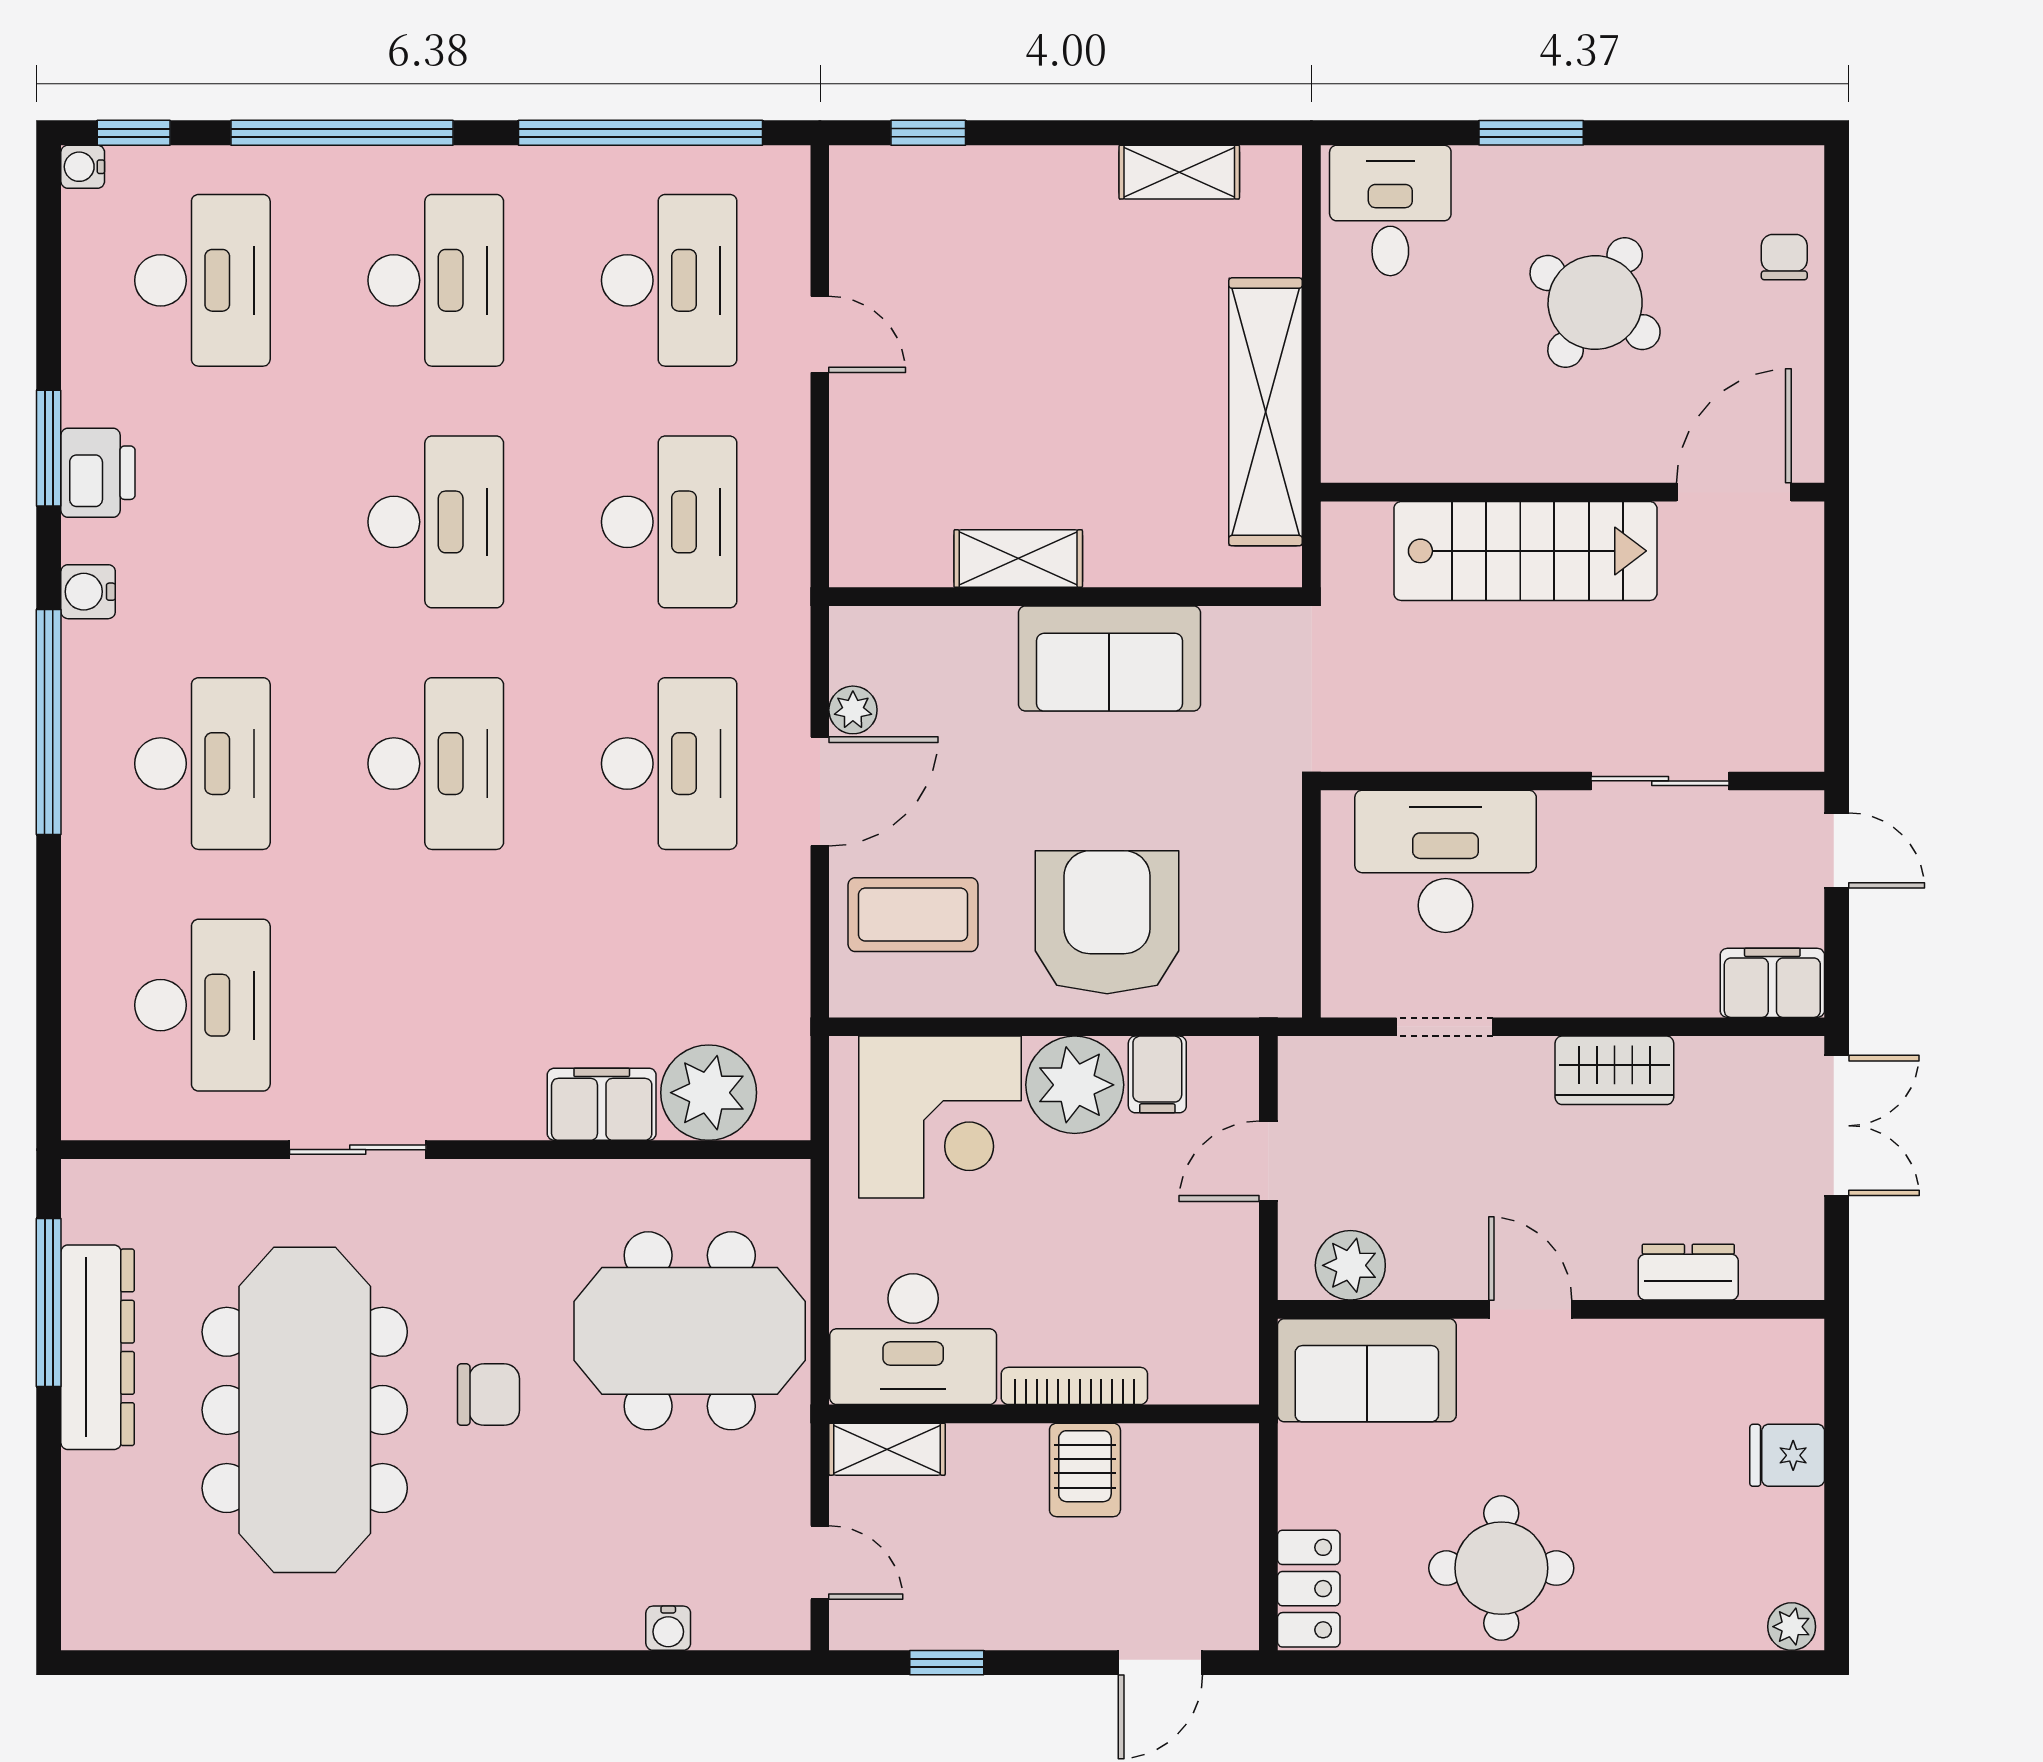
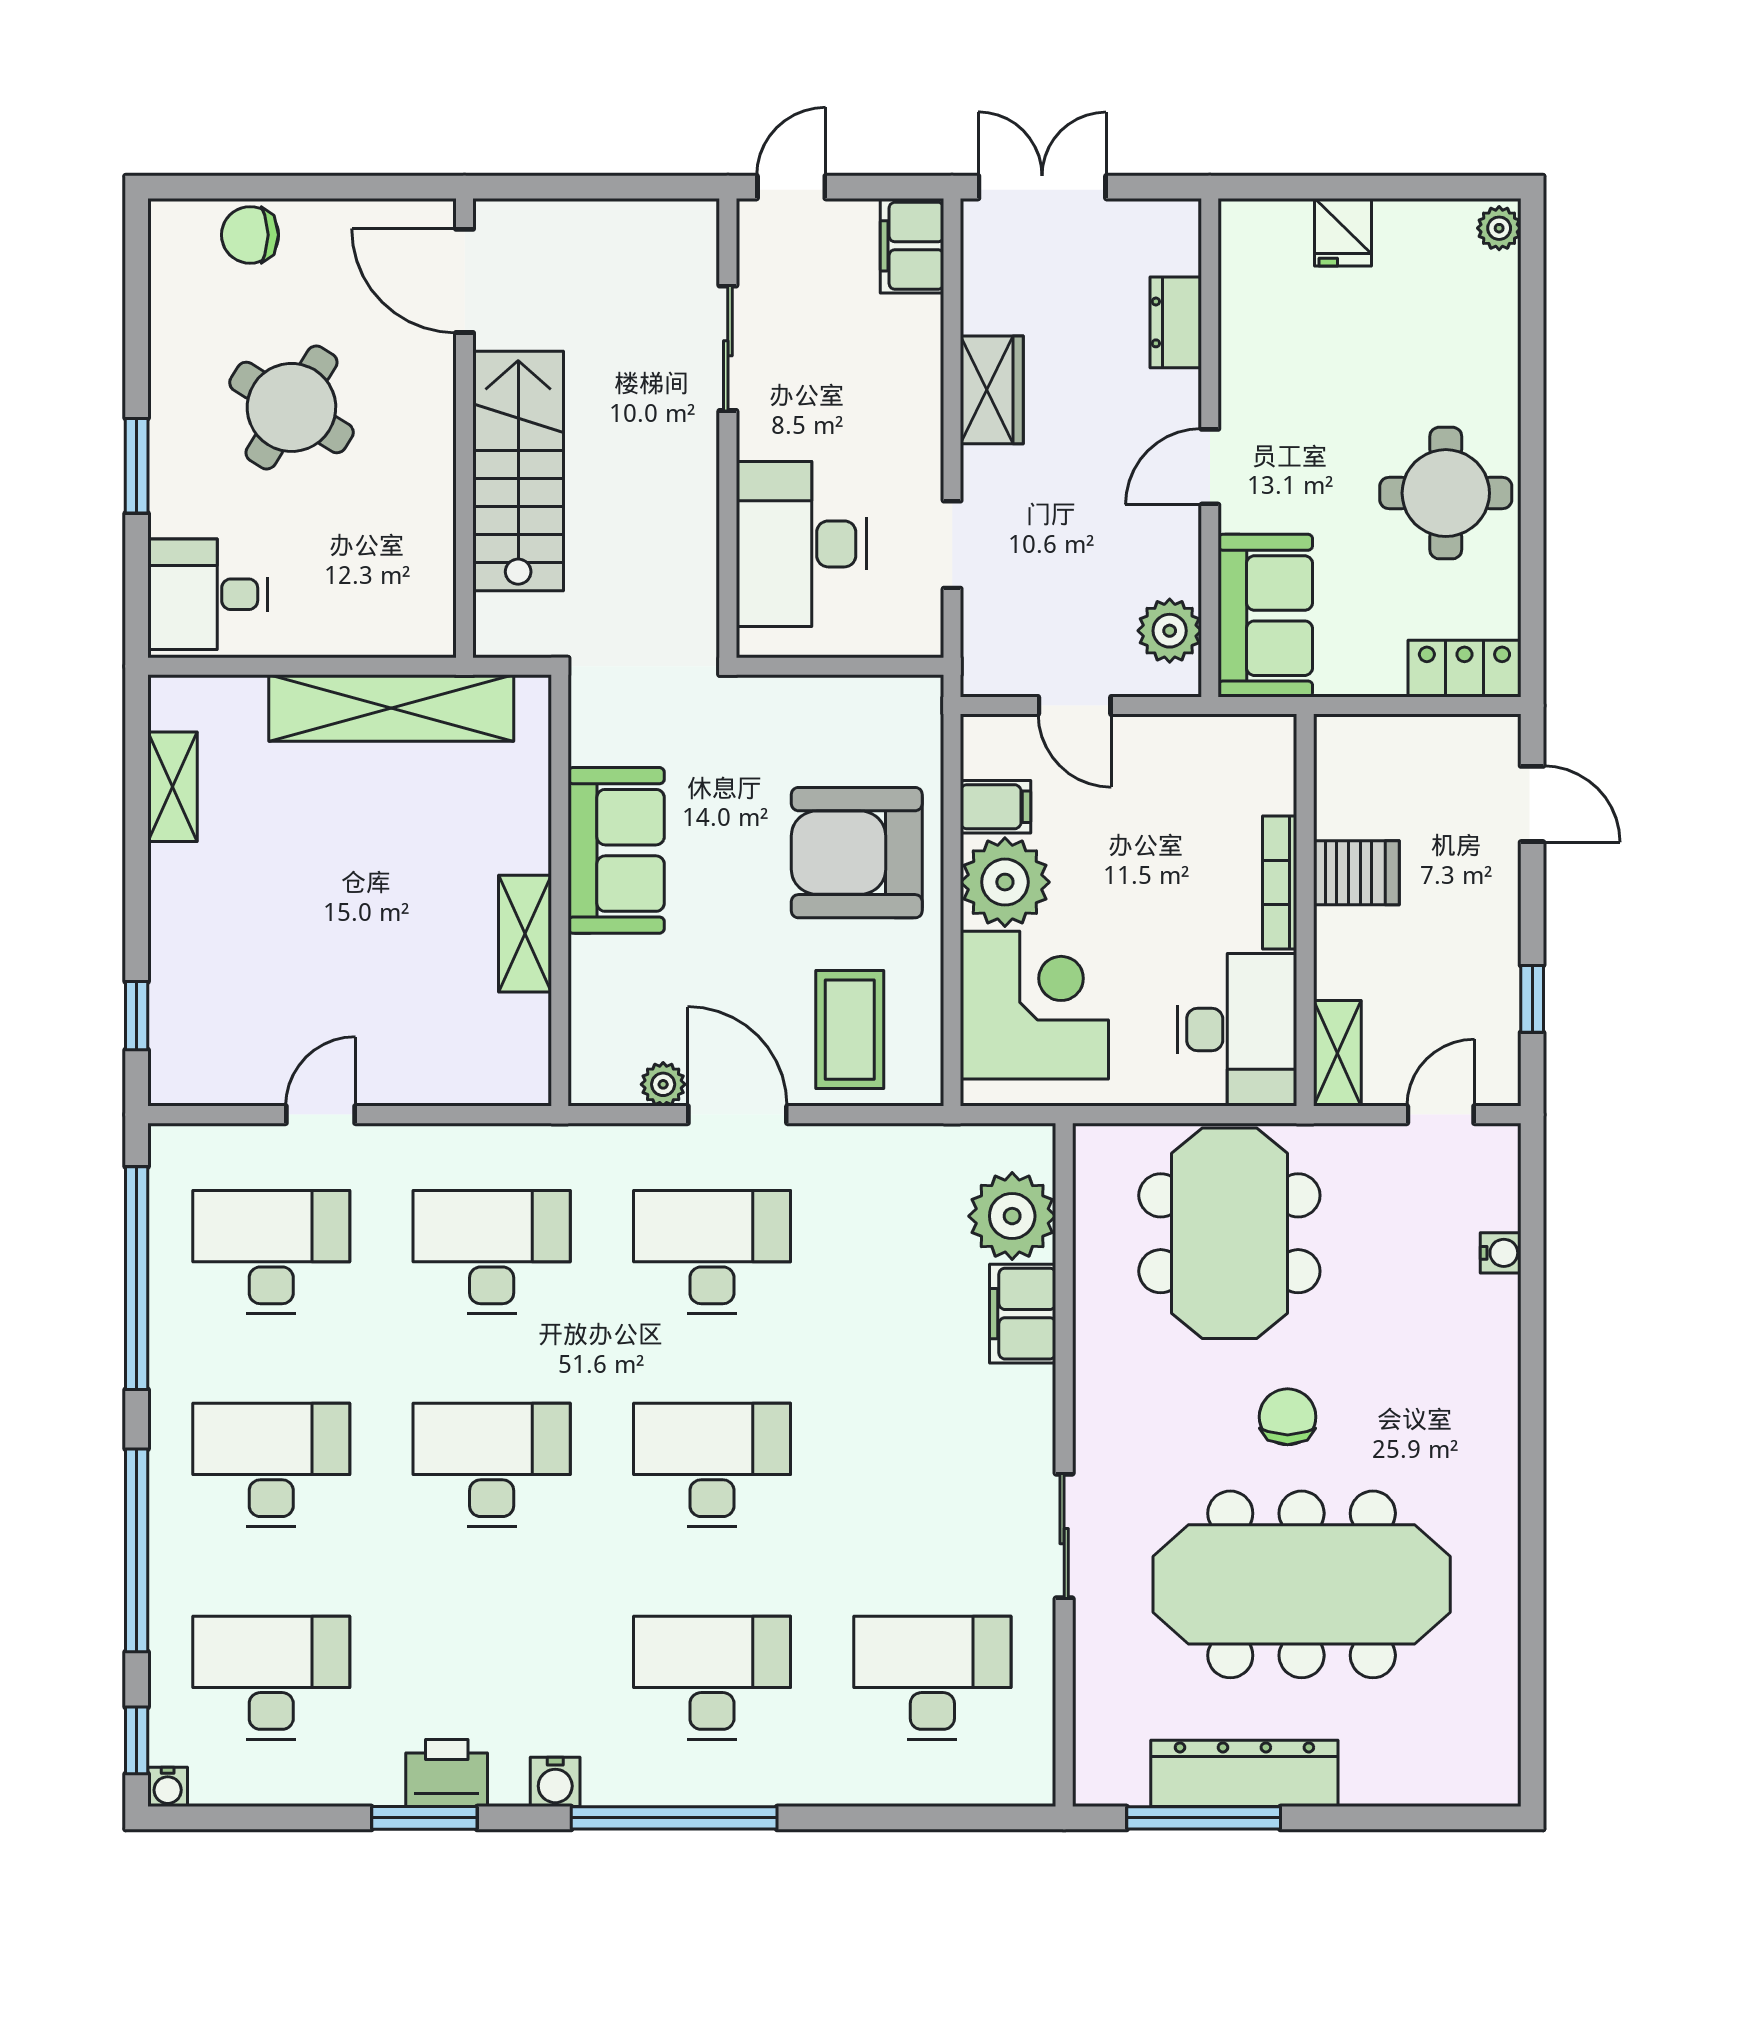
chair: (1784, 257) -> (250, 235), width x1.37, depth x1.37

